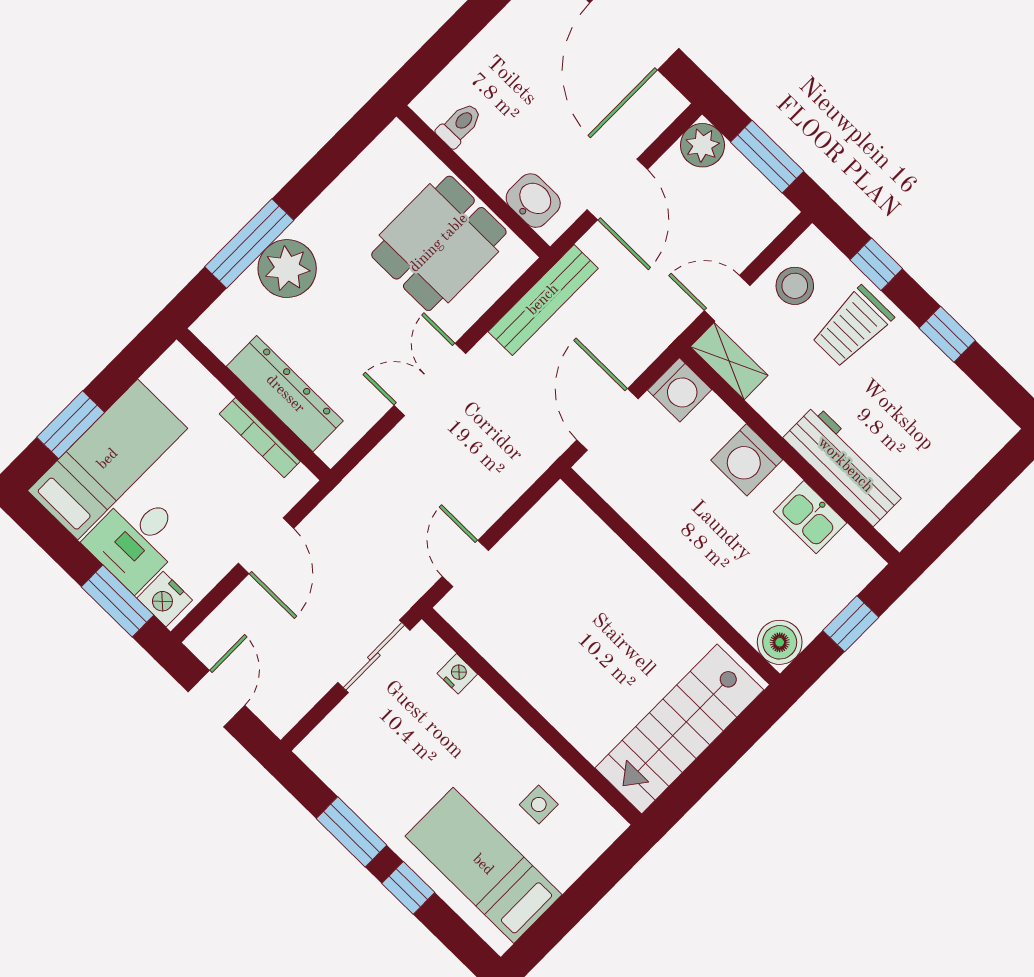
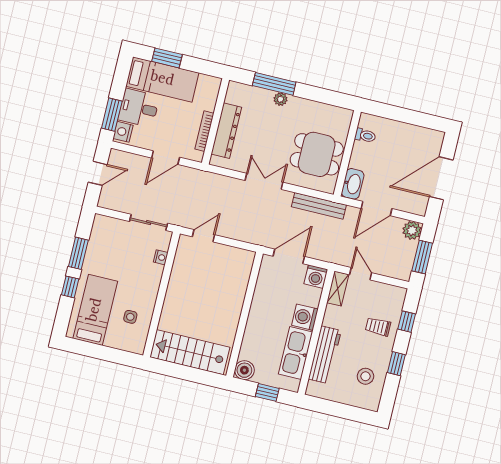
washbasin: (533, 201) -> (353, 184), width x1.38
plant: (287, 269) -> (280, 99), width x0.53, depth x0.53
stool: (795, 286) -> (365, 376), moved
trolley: (852, 327) -> (378, 327), width x0.73, depth x0.72
kitchen sink: (810, 517) -> (296, 353), width x1.88, depth x1.24

